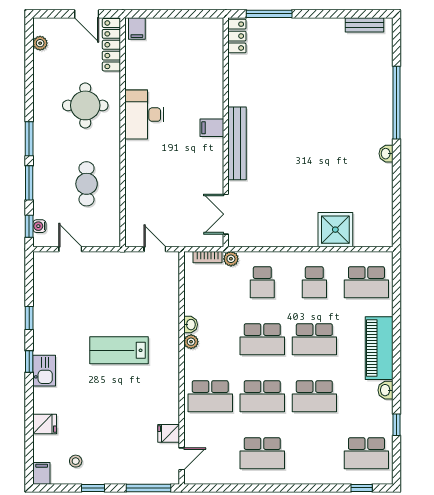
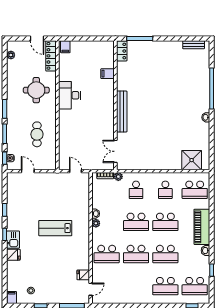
filing cabinet: (212, 128) -> (108, 74), moved
shower: (335, 230) -> (192, 160), moved
fridge: (45, 424) -> (13, 255), moved
school desk: (262, 453) -> (165, 286), moved

